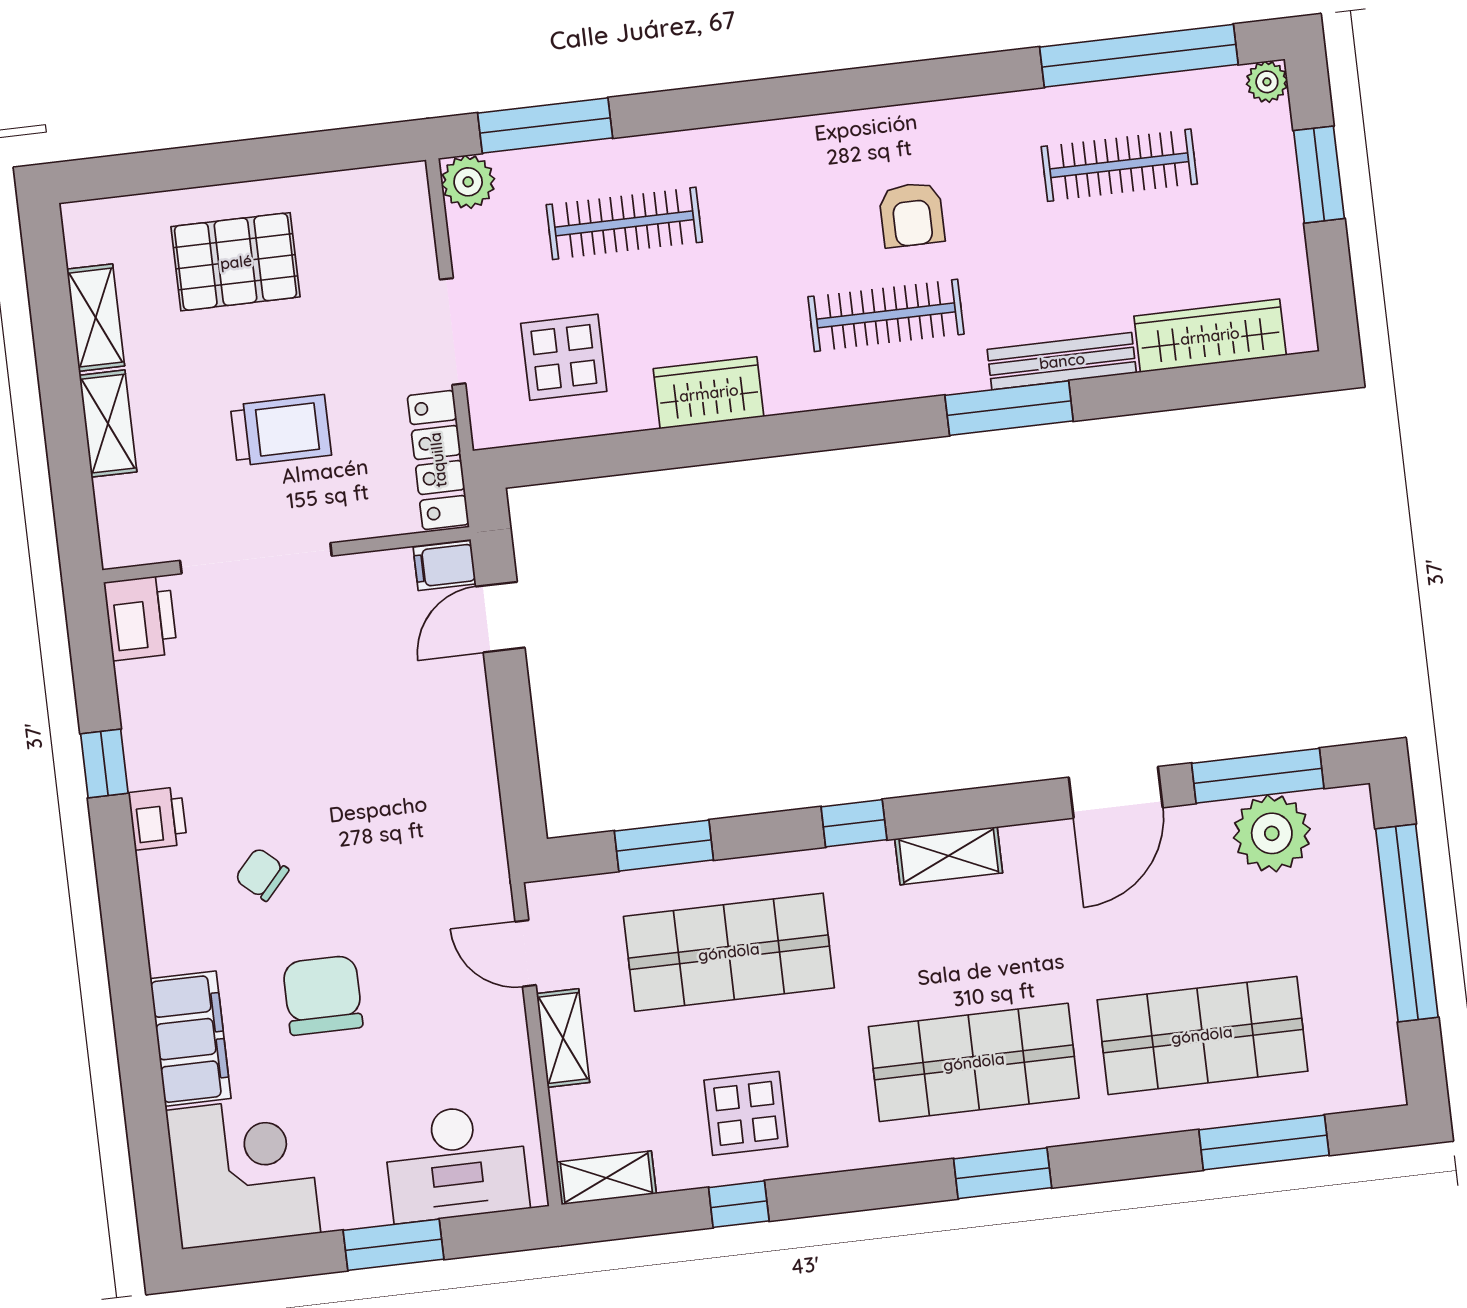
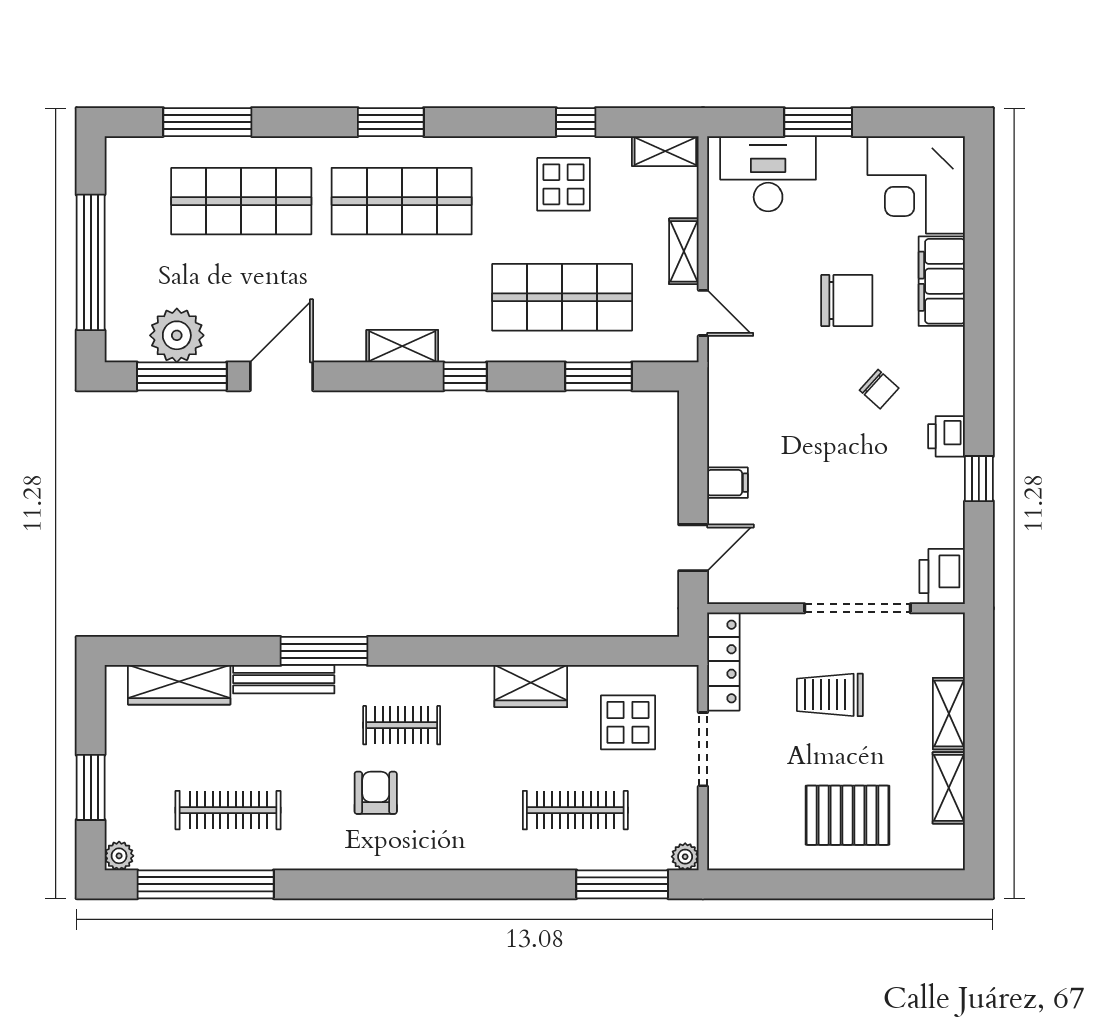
plant: (468, 182) -> (685, 857), width x0.73, depth x0.73
clothes rail: (886, 315) -> (402, 725), width x0.73
filing cabinet: (445, 566) -> (727, 483), moved
chair: (323, 995) -> (847, 301), turned -90

